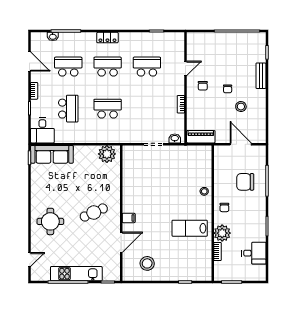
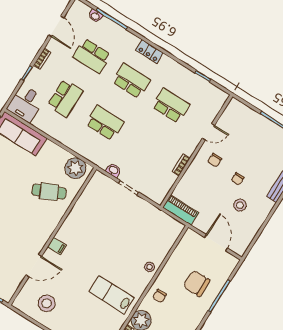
school desk: (68, 67) -> (92, 56), turned 180
washbasin: (175, 138) -> (113, 170), moved
cafe table: (94, 212) -> (49, 192), moved

